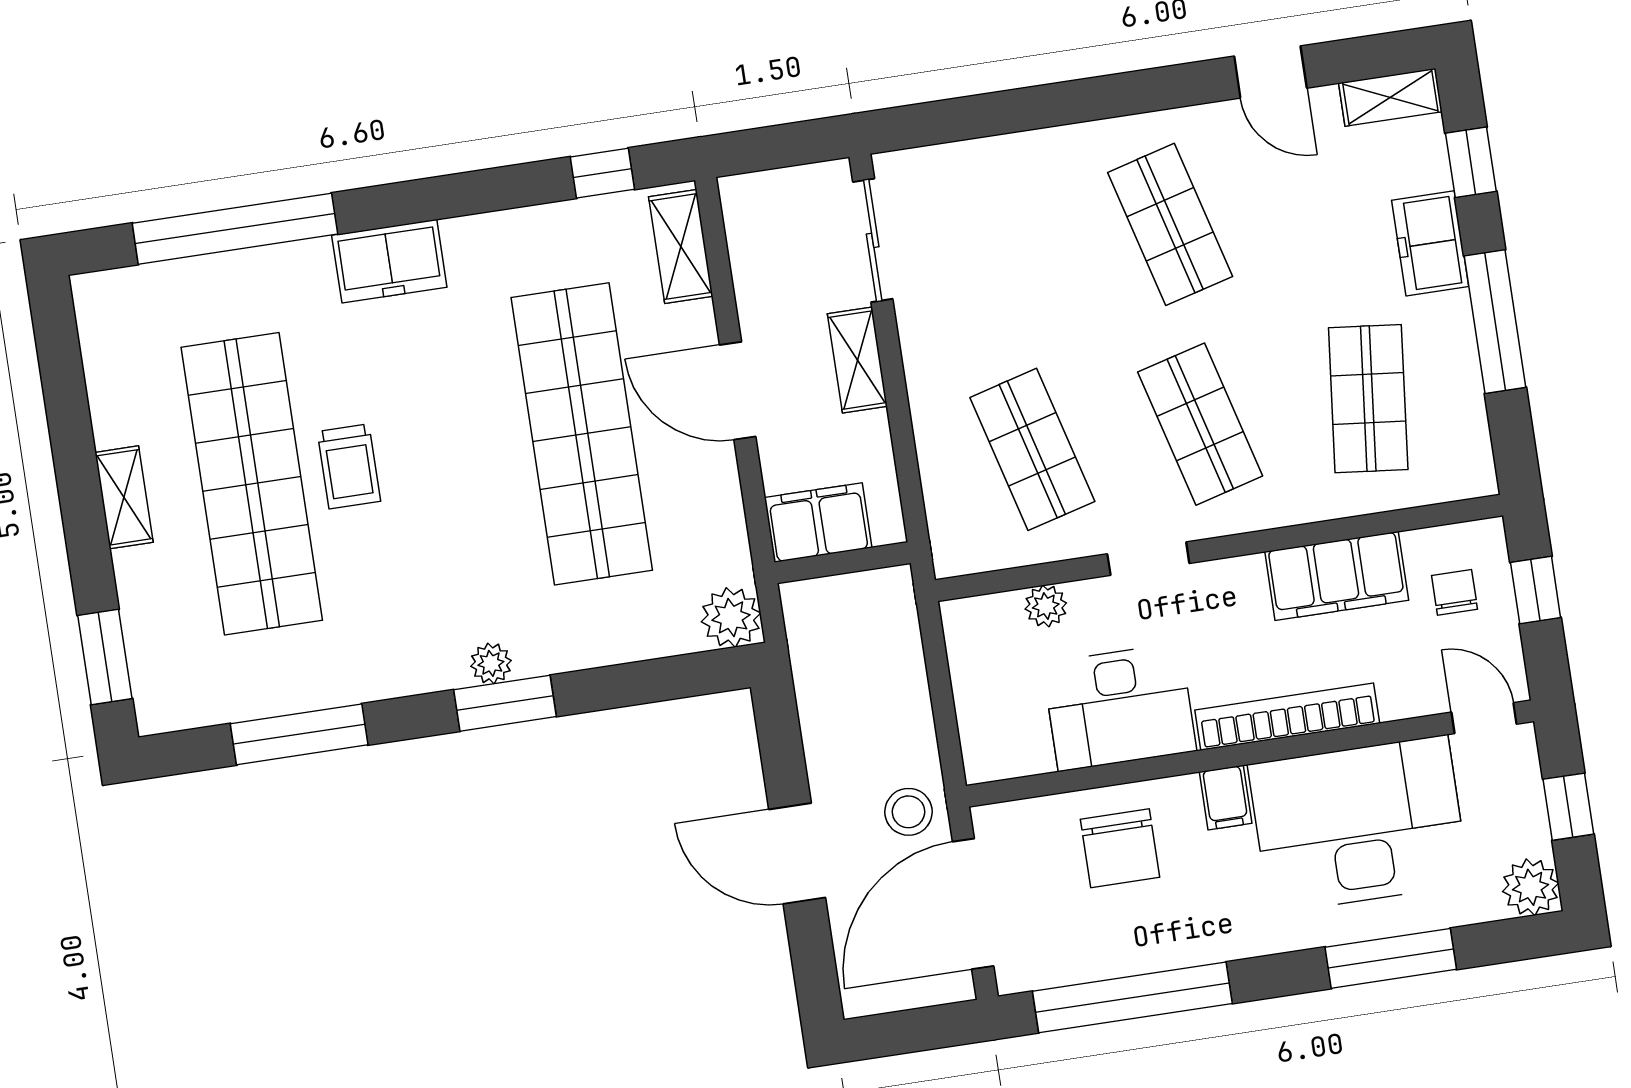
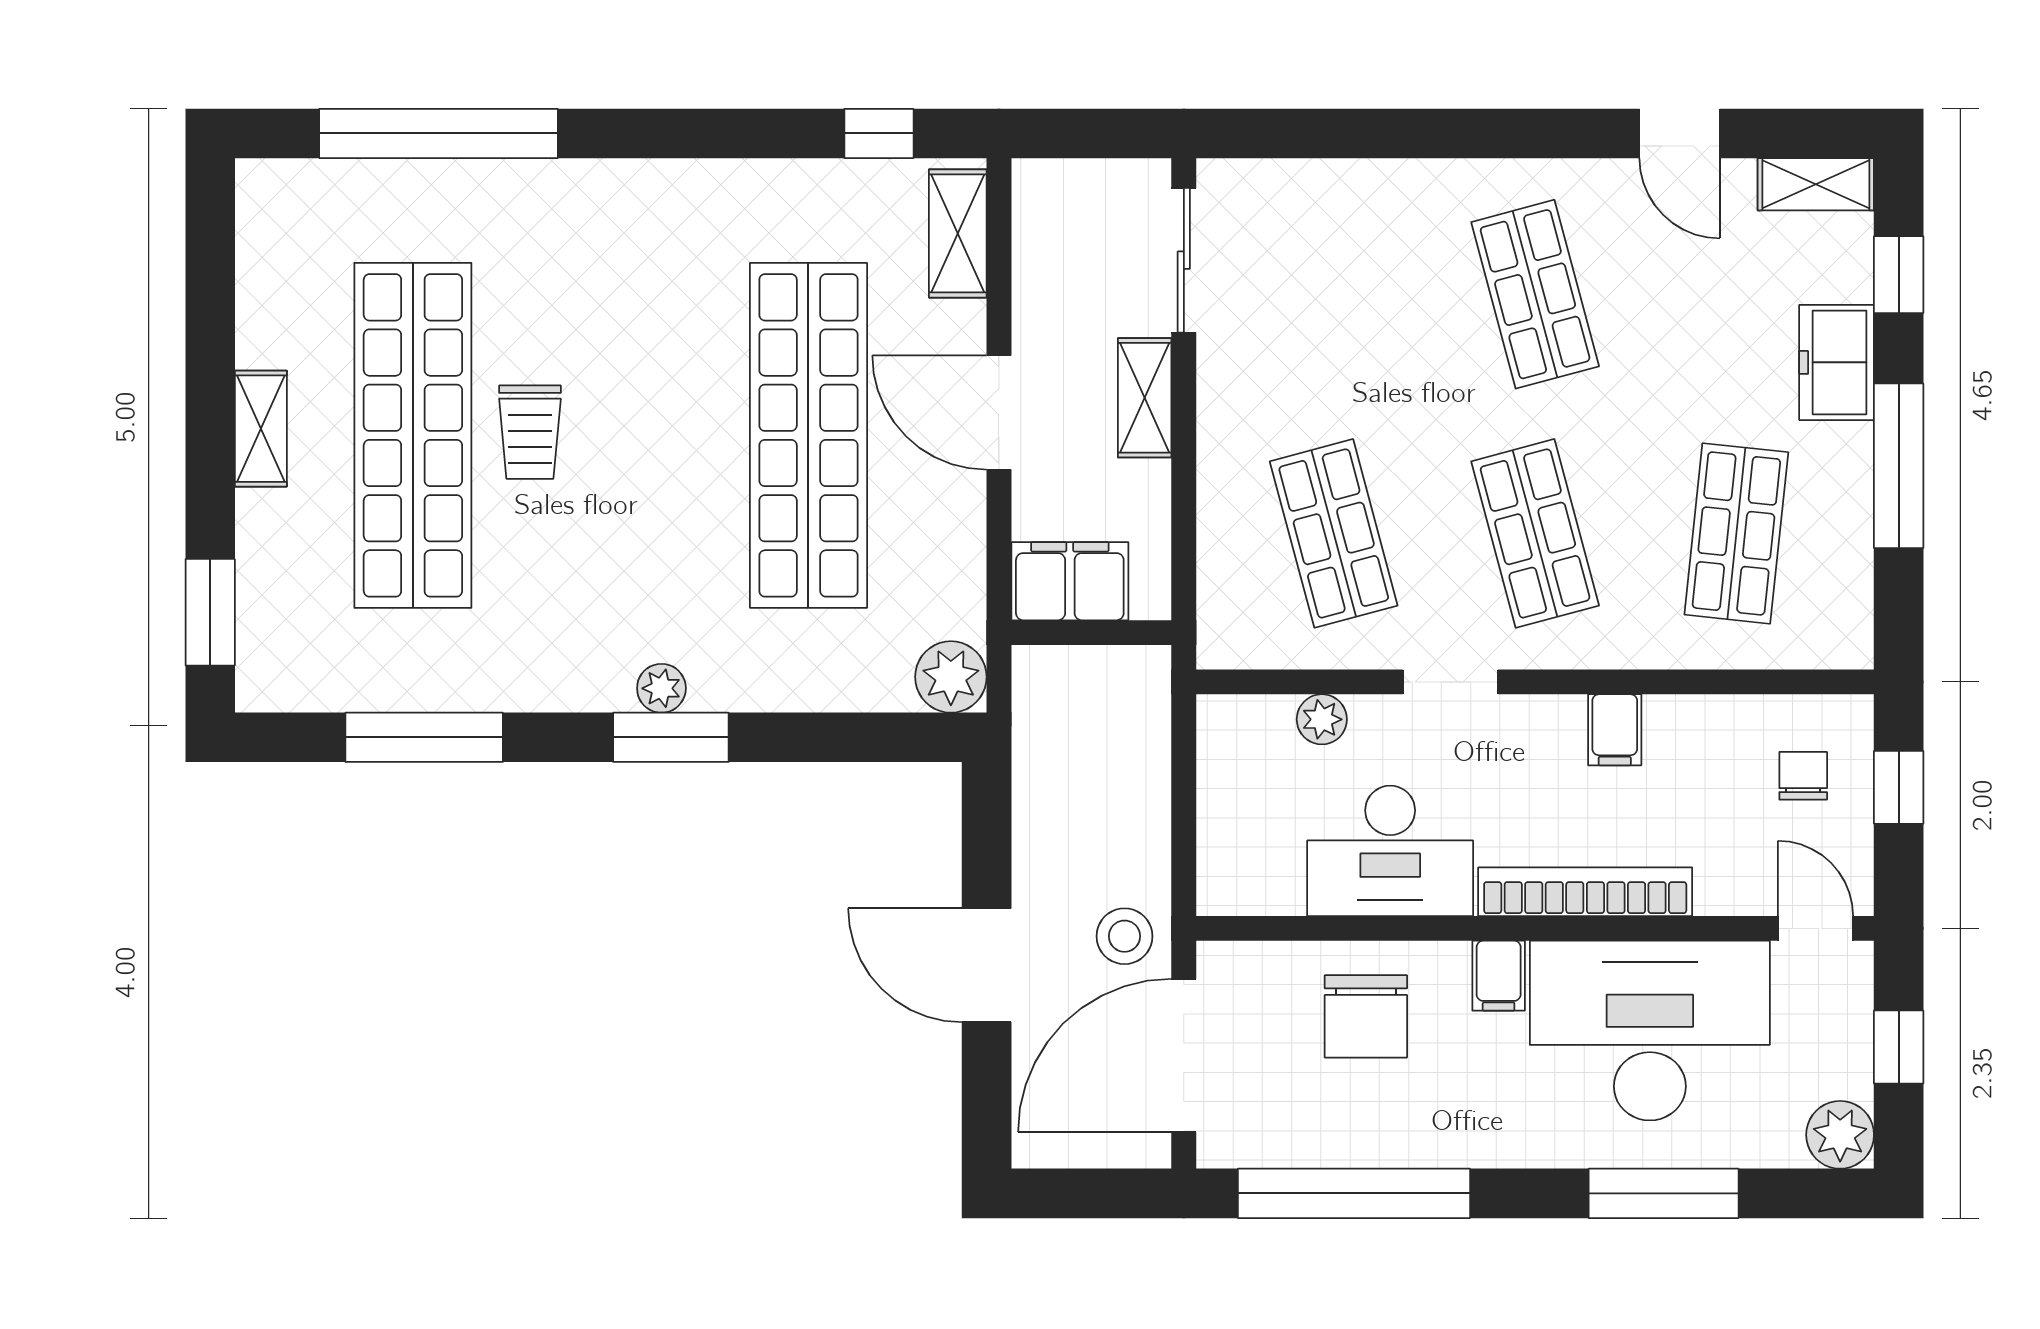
freezer: (389, 261) -> (614, 199), removed
filing cabinet: (1337, 576) -> (1615, 730), width x0.33, depth x0.86

